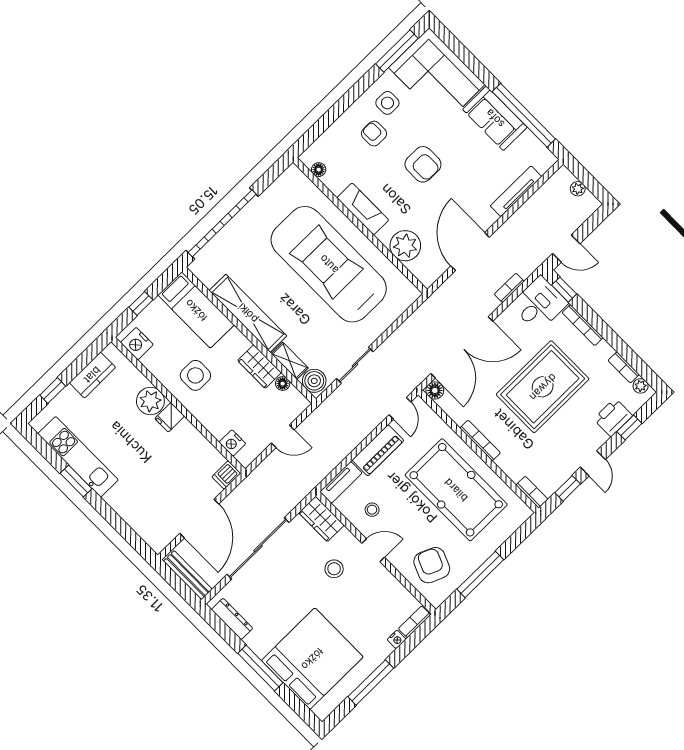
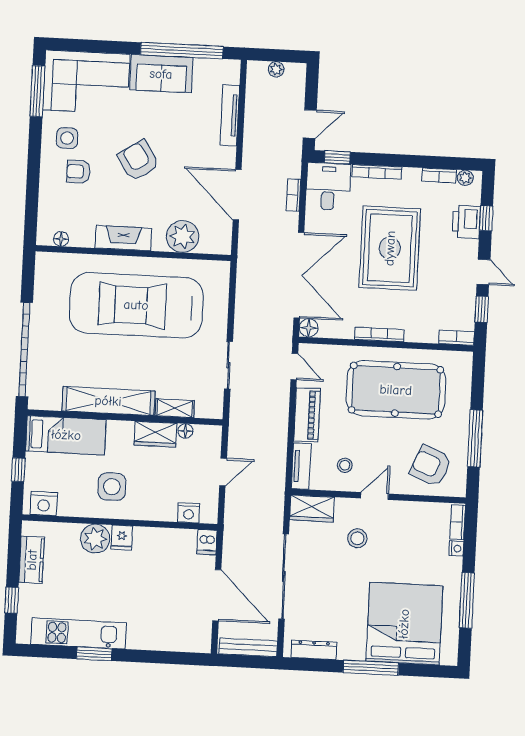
armchair: (423, 164) -> (138, 161), turned -123
boiler: (314, 381) -> (208, 406), removed

